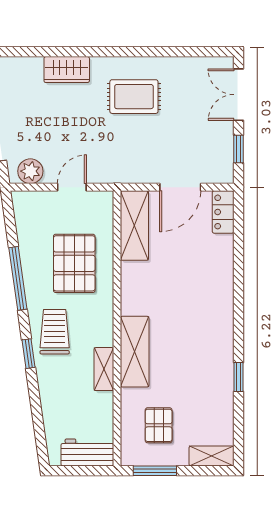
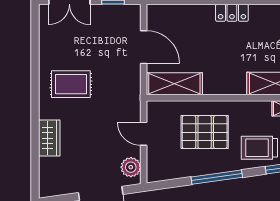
rug: (134, 97) -> (71, 84), turned 90
locker: (223, 212) -> (232, 13), moved

